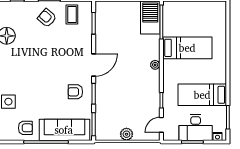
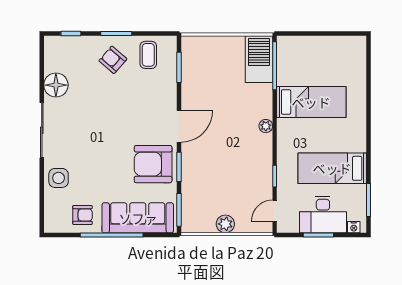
armchair: (75, 92) -> (153, 164), width x1.88, depth x1.88

